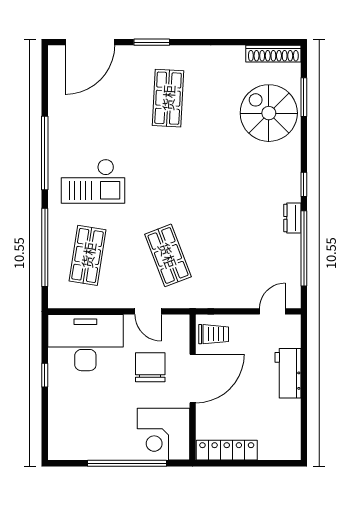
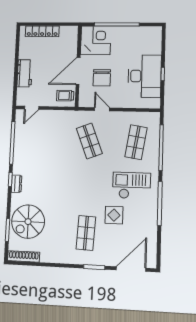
spiral stairs: (269, 113) -> (28, 222), turned 90
display table: (121, 130) -> (114, 215), added
dresser: (292, 218) -> (17, 184), moved
desk: (85, 343) -> (145, 76), moved, turned -90
locker: (227, 450) -> (42, 31), moved

